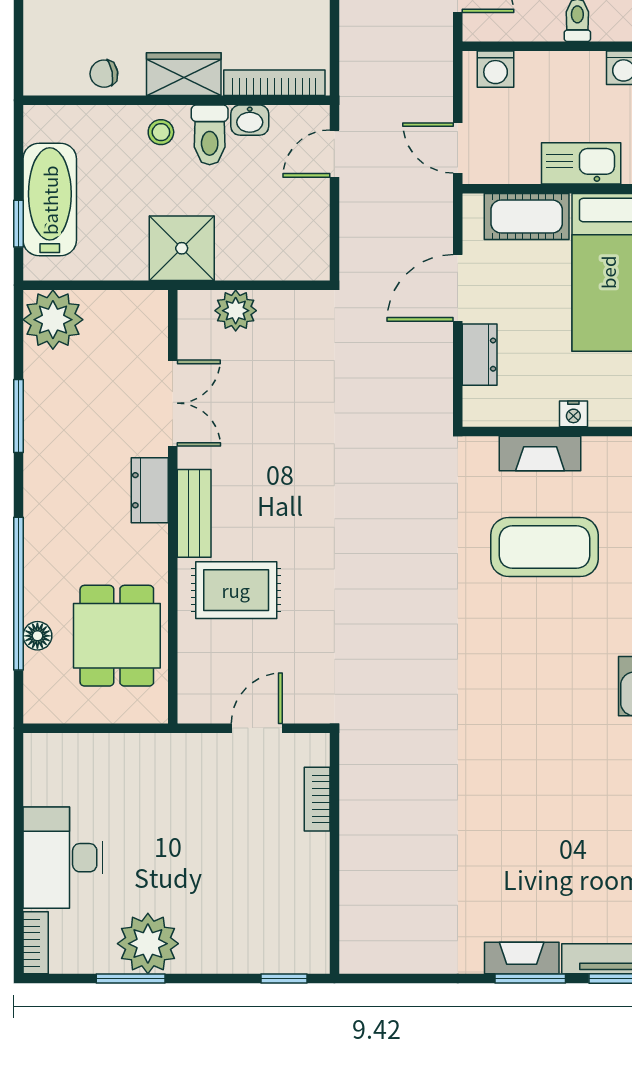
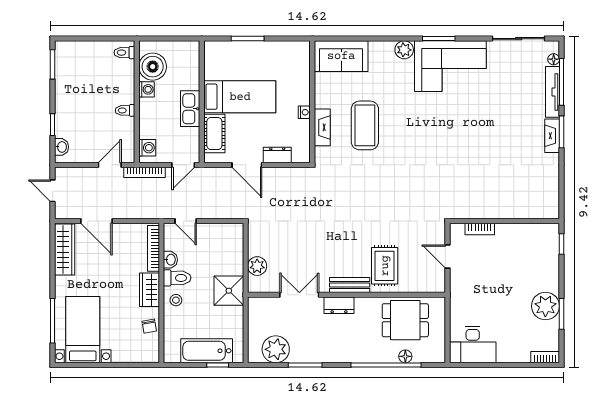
bookcase: (442, 63) -> (144, 172), added
plant: (53, 320) -> (276, 349), moved
desk: (63, 858) -> (473, 345), moved

